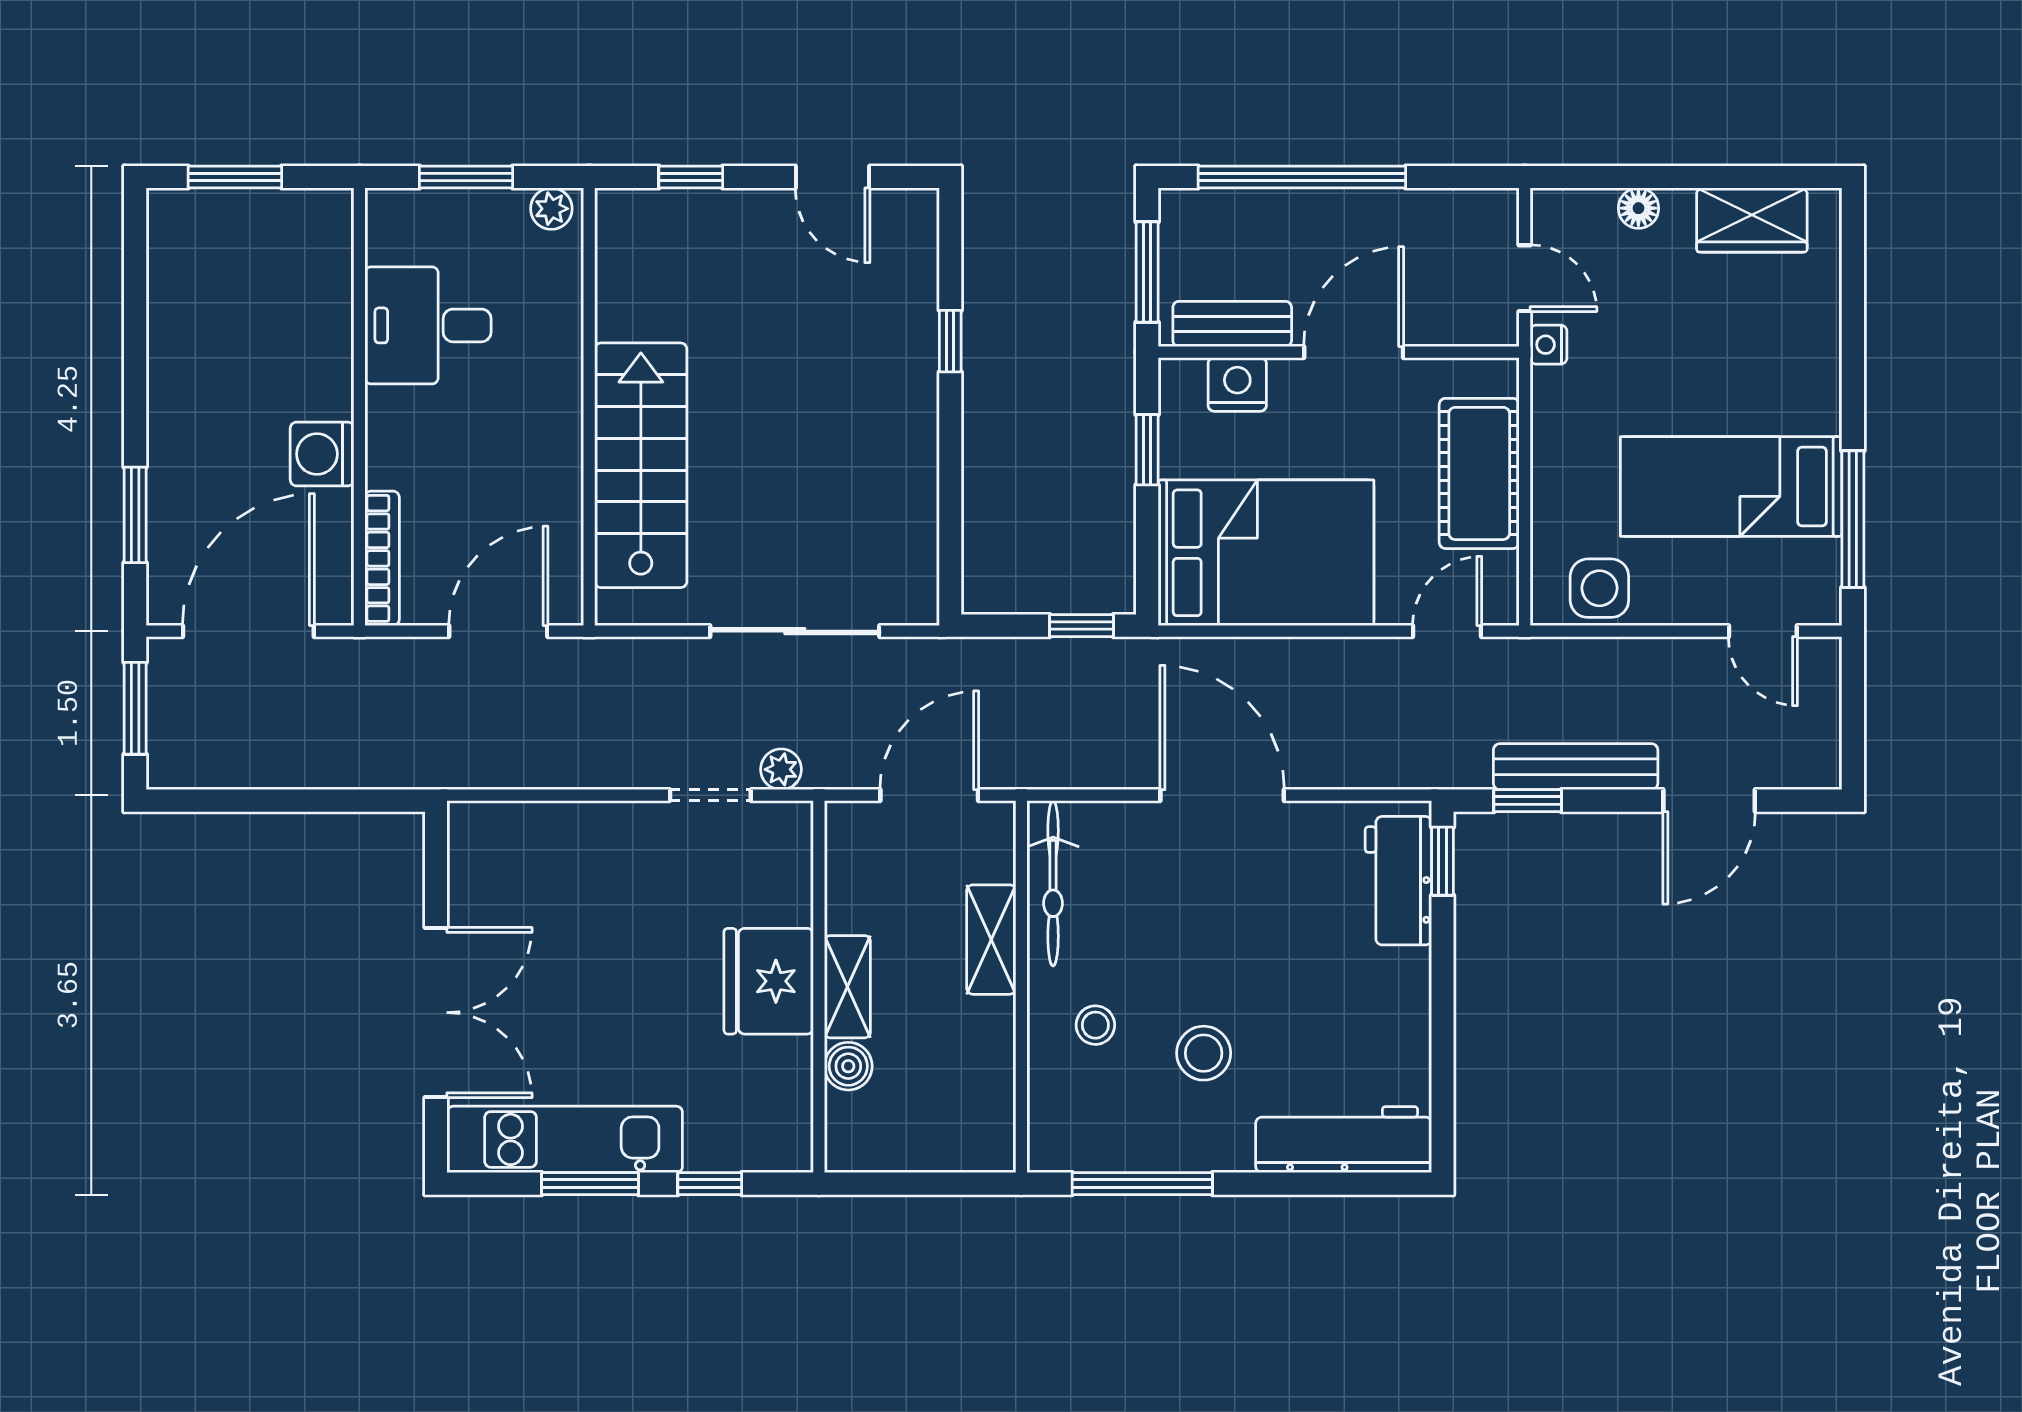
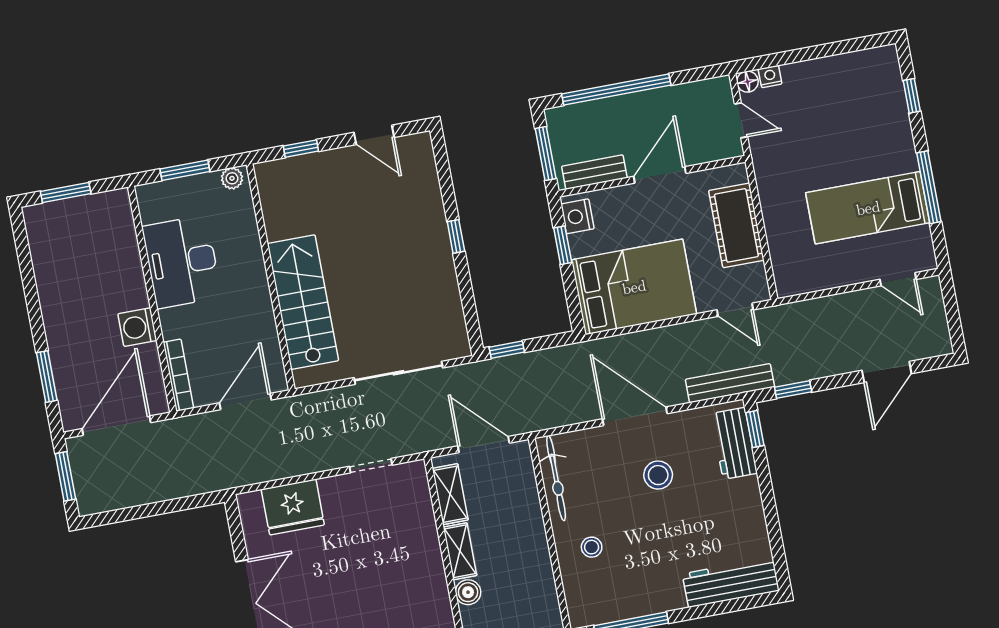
floor lamp: (1638, 208) -> (747, 82), moved
wardrobe: (1752, 220) -> (853, 68), removed
window: (1853, 292) -> (912, 96), added
desk: (428, 325) -> (182, 262), width x1.37
window: (950, 341) -> (456, 236), moved
nightstand: (1548, 345) -> (770, 76), moved, turned 90
nightstand: (1237, 384) -> (578, 216), moved, turned -90
window: (1853, 519) -> (929, 187), moved
side table: (1599, 588) -> (810, 273), removed
window: (1082, 626) -> (507, 350), moved
door: (1447, 631) -> (735, 310), swing flipped
bench: (1576, 767) -> (730, 383), moved
plant: (781, 769) -> (405, 445), removed
door: (929, 795) -> (484, 445), hinge flipped
shelving: (991, 940) -> (450, 494), moved
fridge: (769, 981) -> (293, 507), moved, turned -90
stool: (1204, 1053) -> (658, 475), moved

